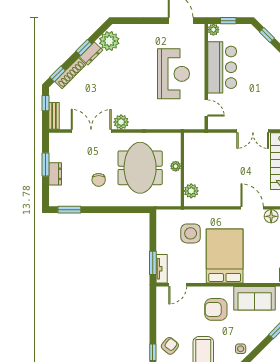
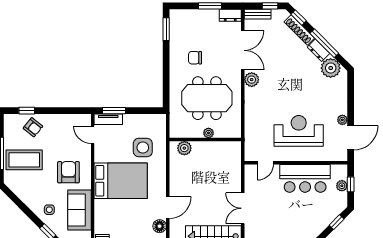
plant: (162, 29) -> (342, 120), added
plant: (213, 30) -> (342, 186), moved
window: (84, 48) -> (324, 43), width x2.17
reception desk: (174, 74) -> (299, 131), turned 180
dresser: (55, 174) -> (230, 15), moved
side table: (241, 349) -> (49, 210), moved

